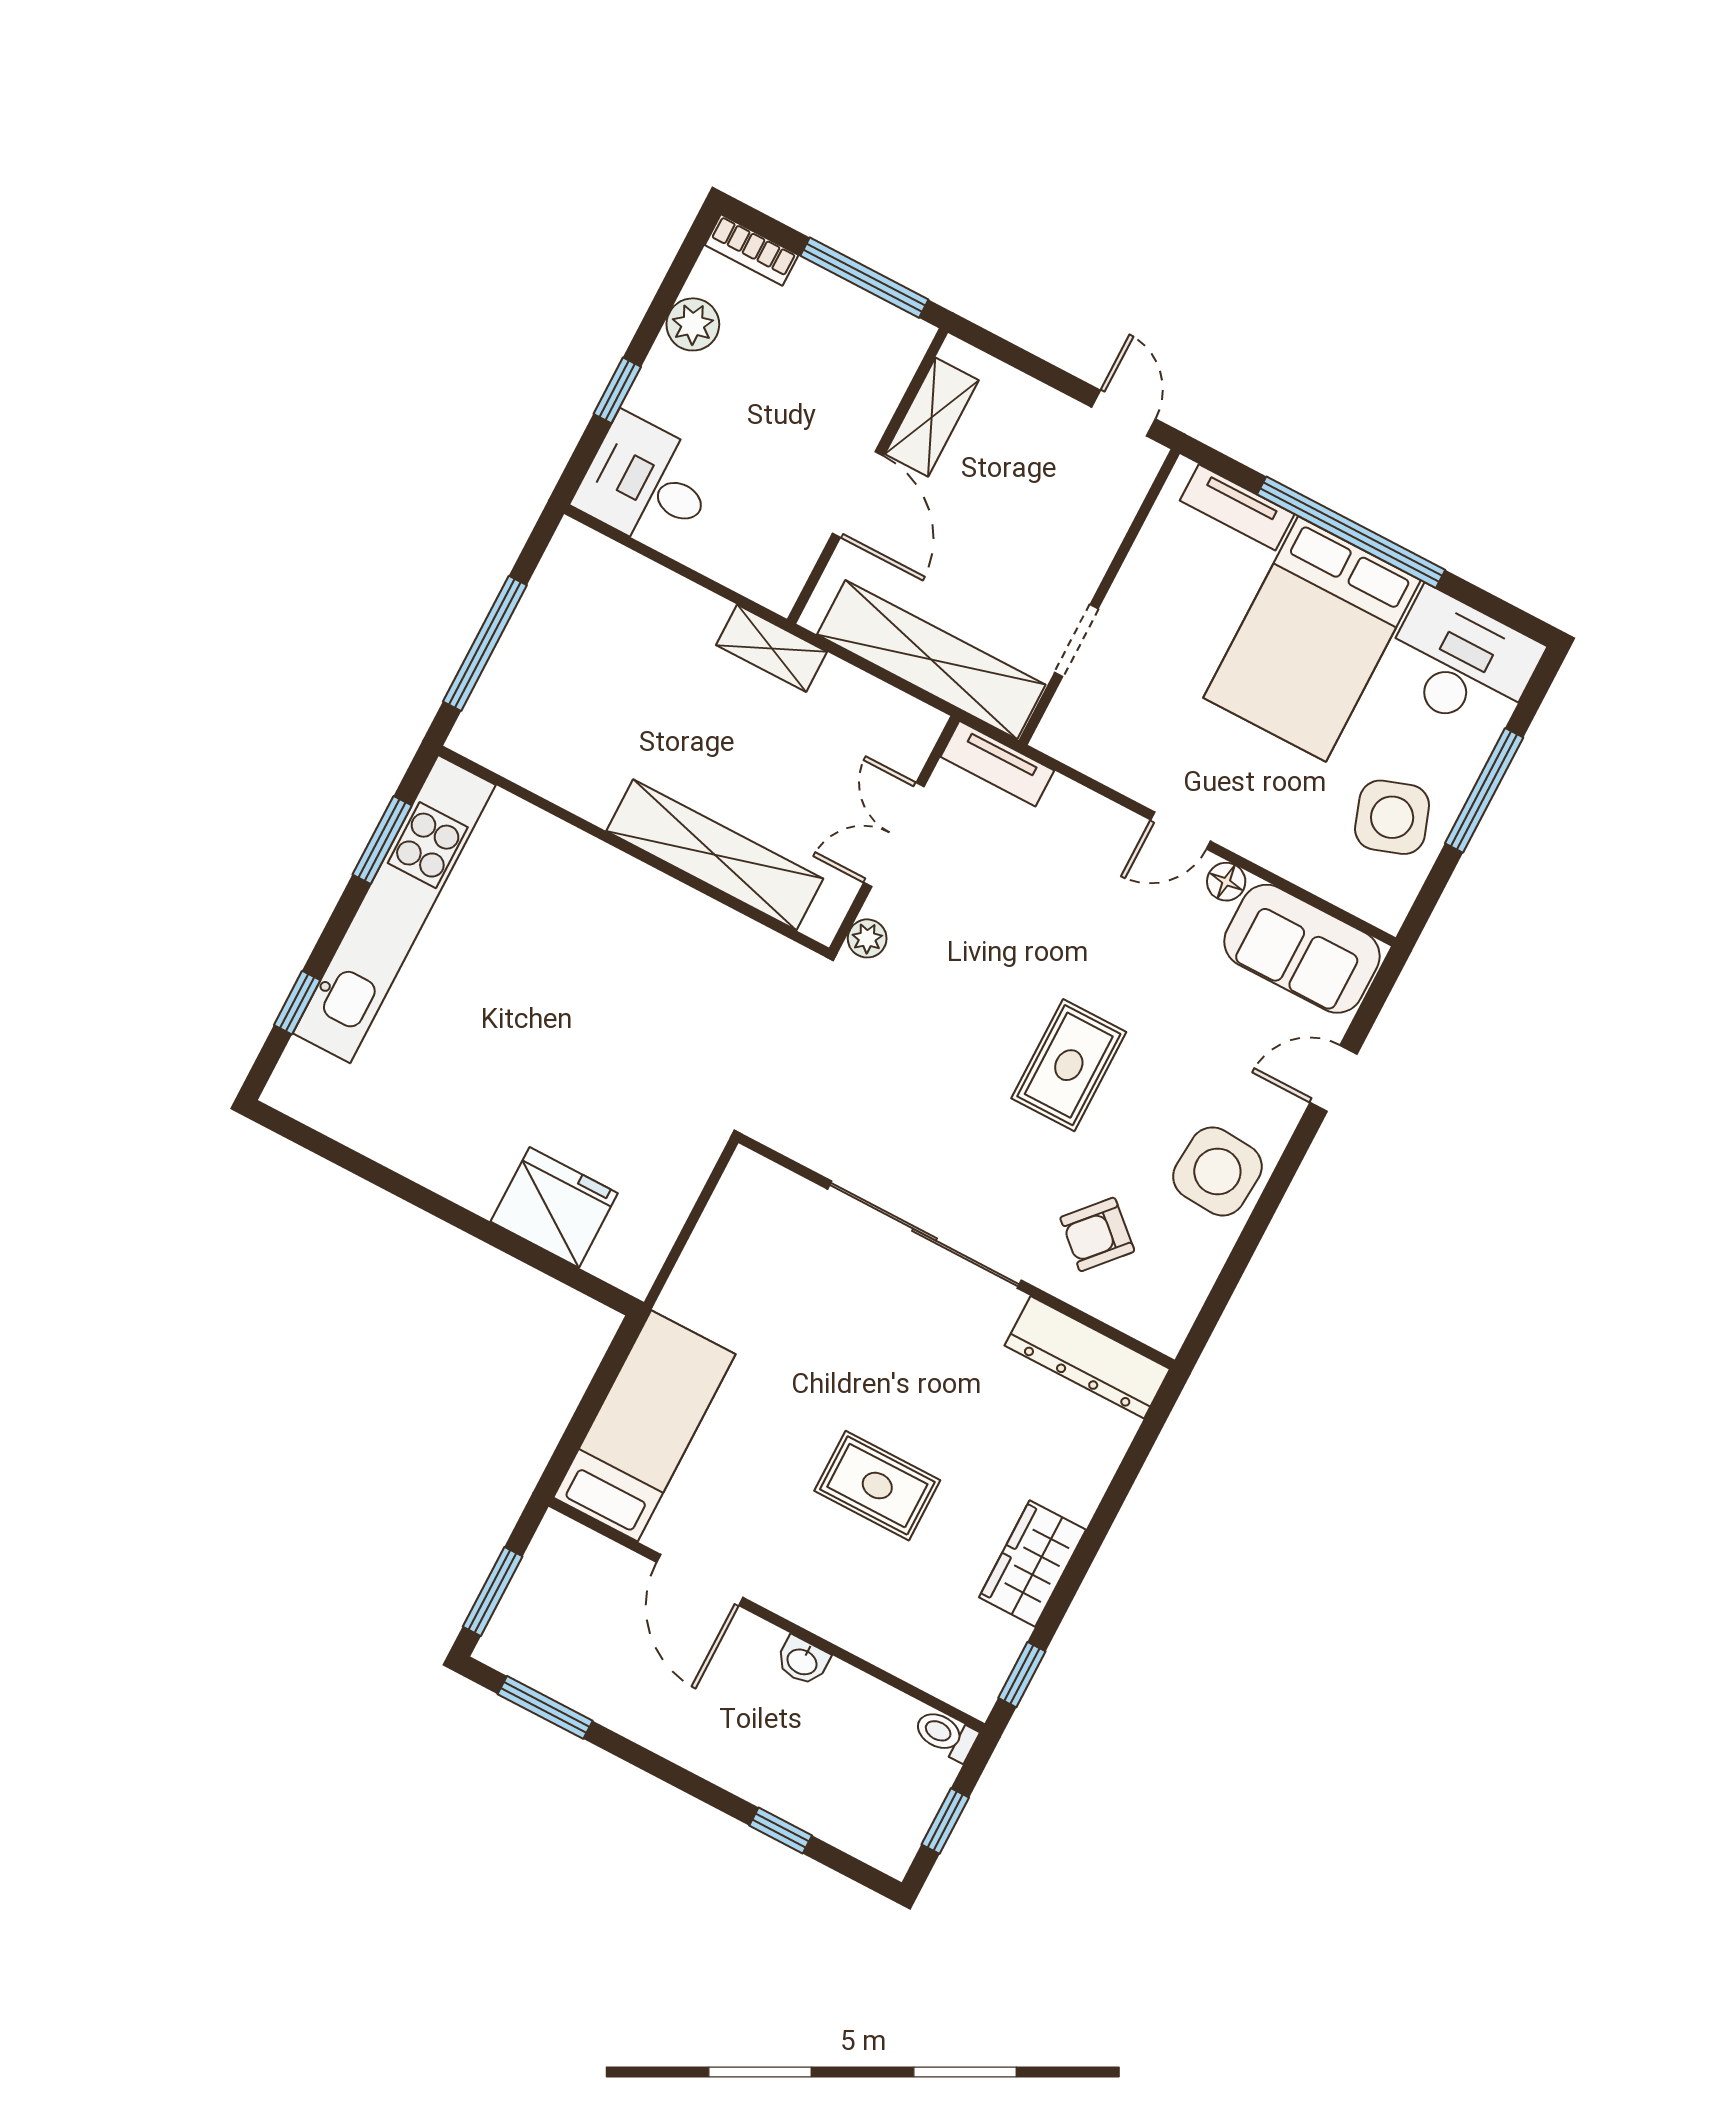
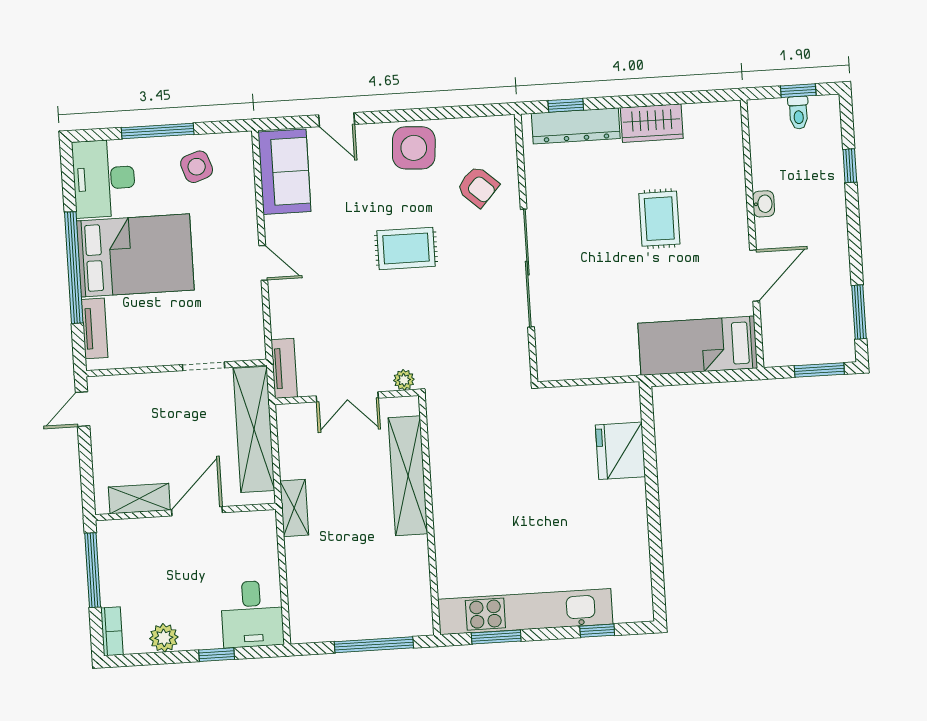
side table: (1392, 817) -> (197, 167), width x0.73, depth x0.73
floor lamp: (1226, 882) -> (274, 227), removed
dresser: (1087, 1357) -> (576, 126), moved, turned 90
window: (1022, 1675) -> (566, 105), moved
toilet: (945, 1735) -> (798, 113), moved

